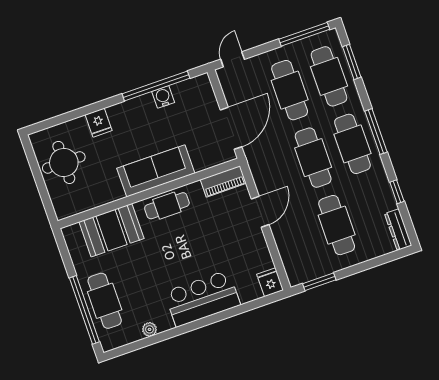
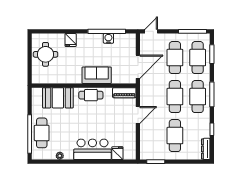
sofa: (156, 171) -> (97, 75), width x0.73
fridge: (270, 282) -> (117, 153), moved

